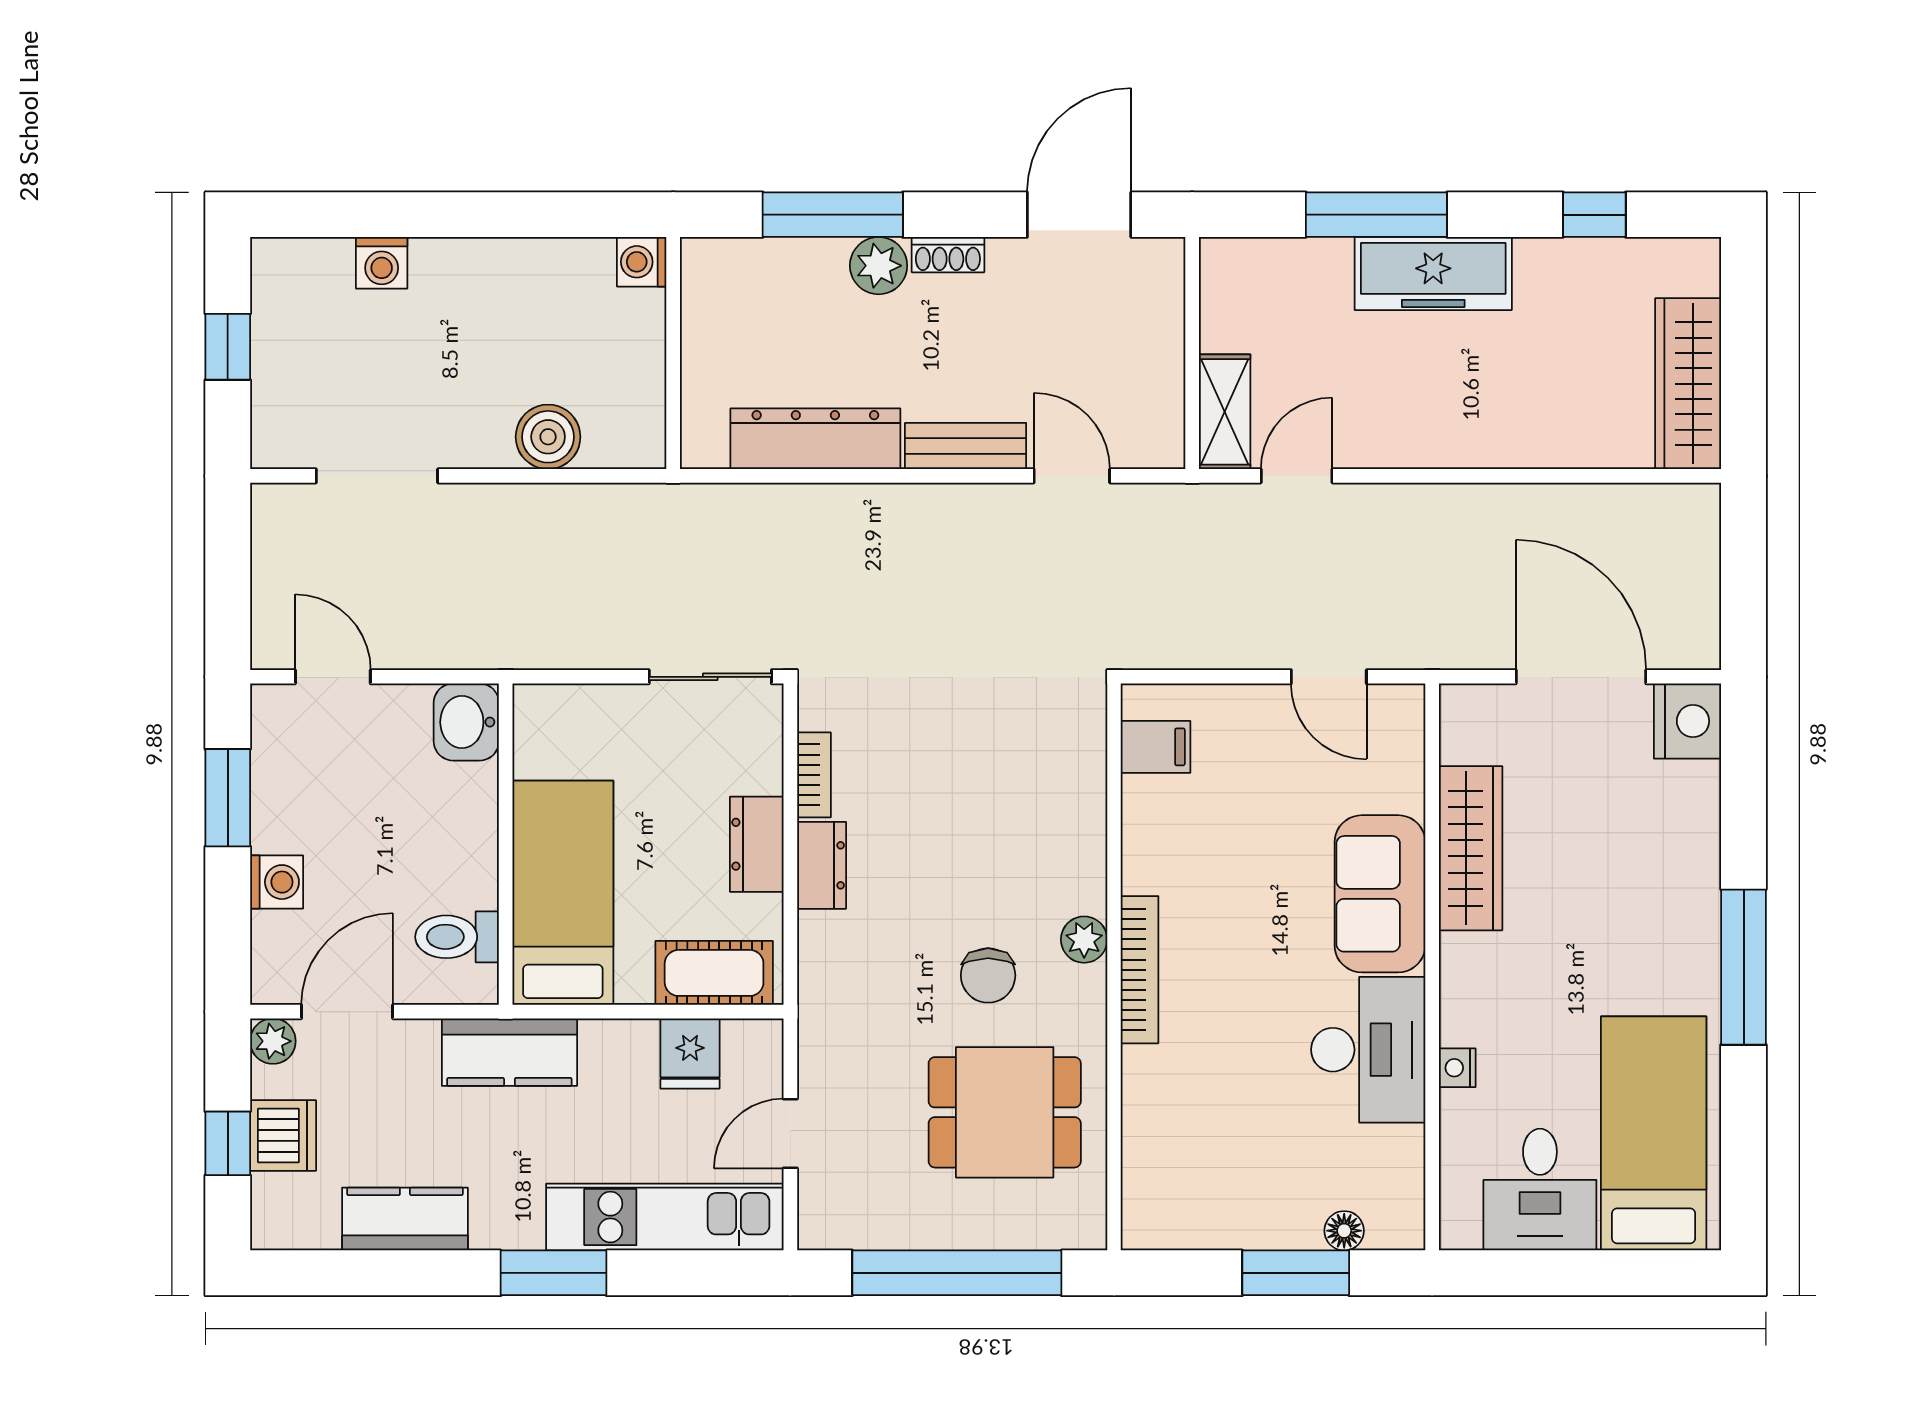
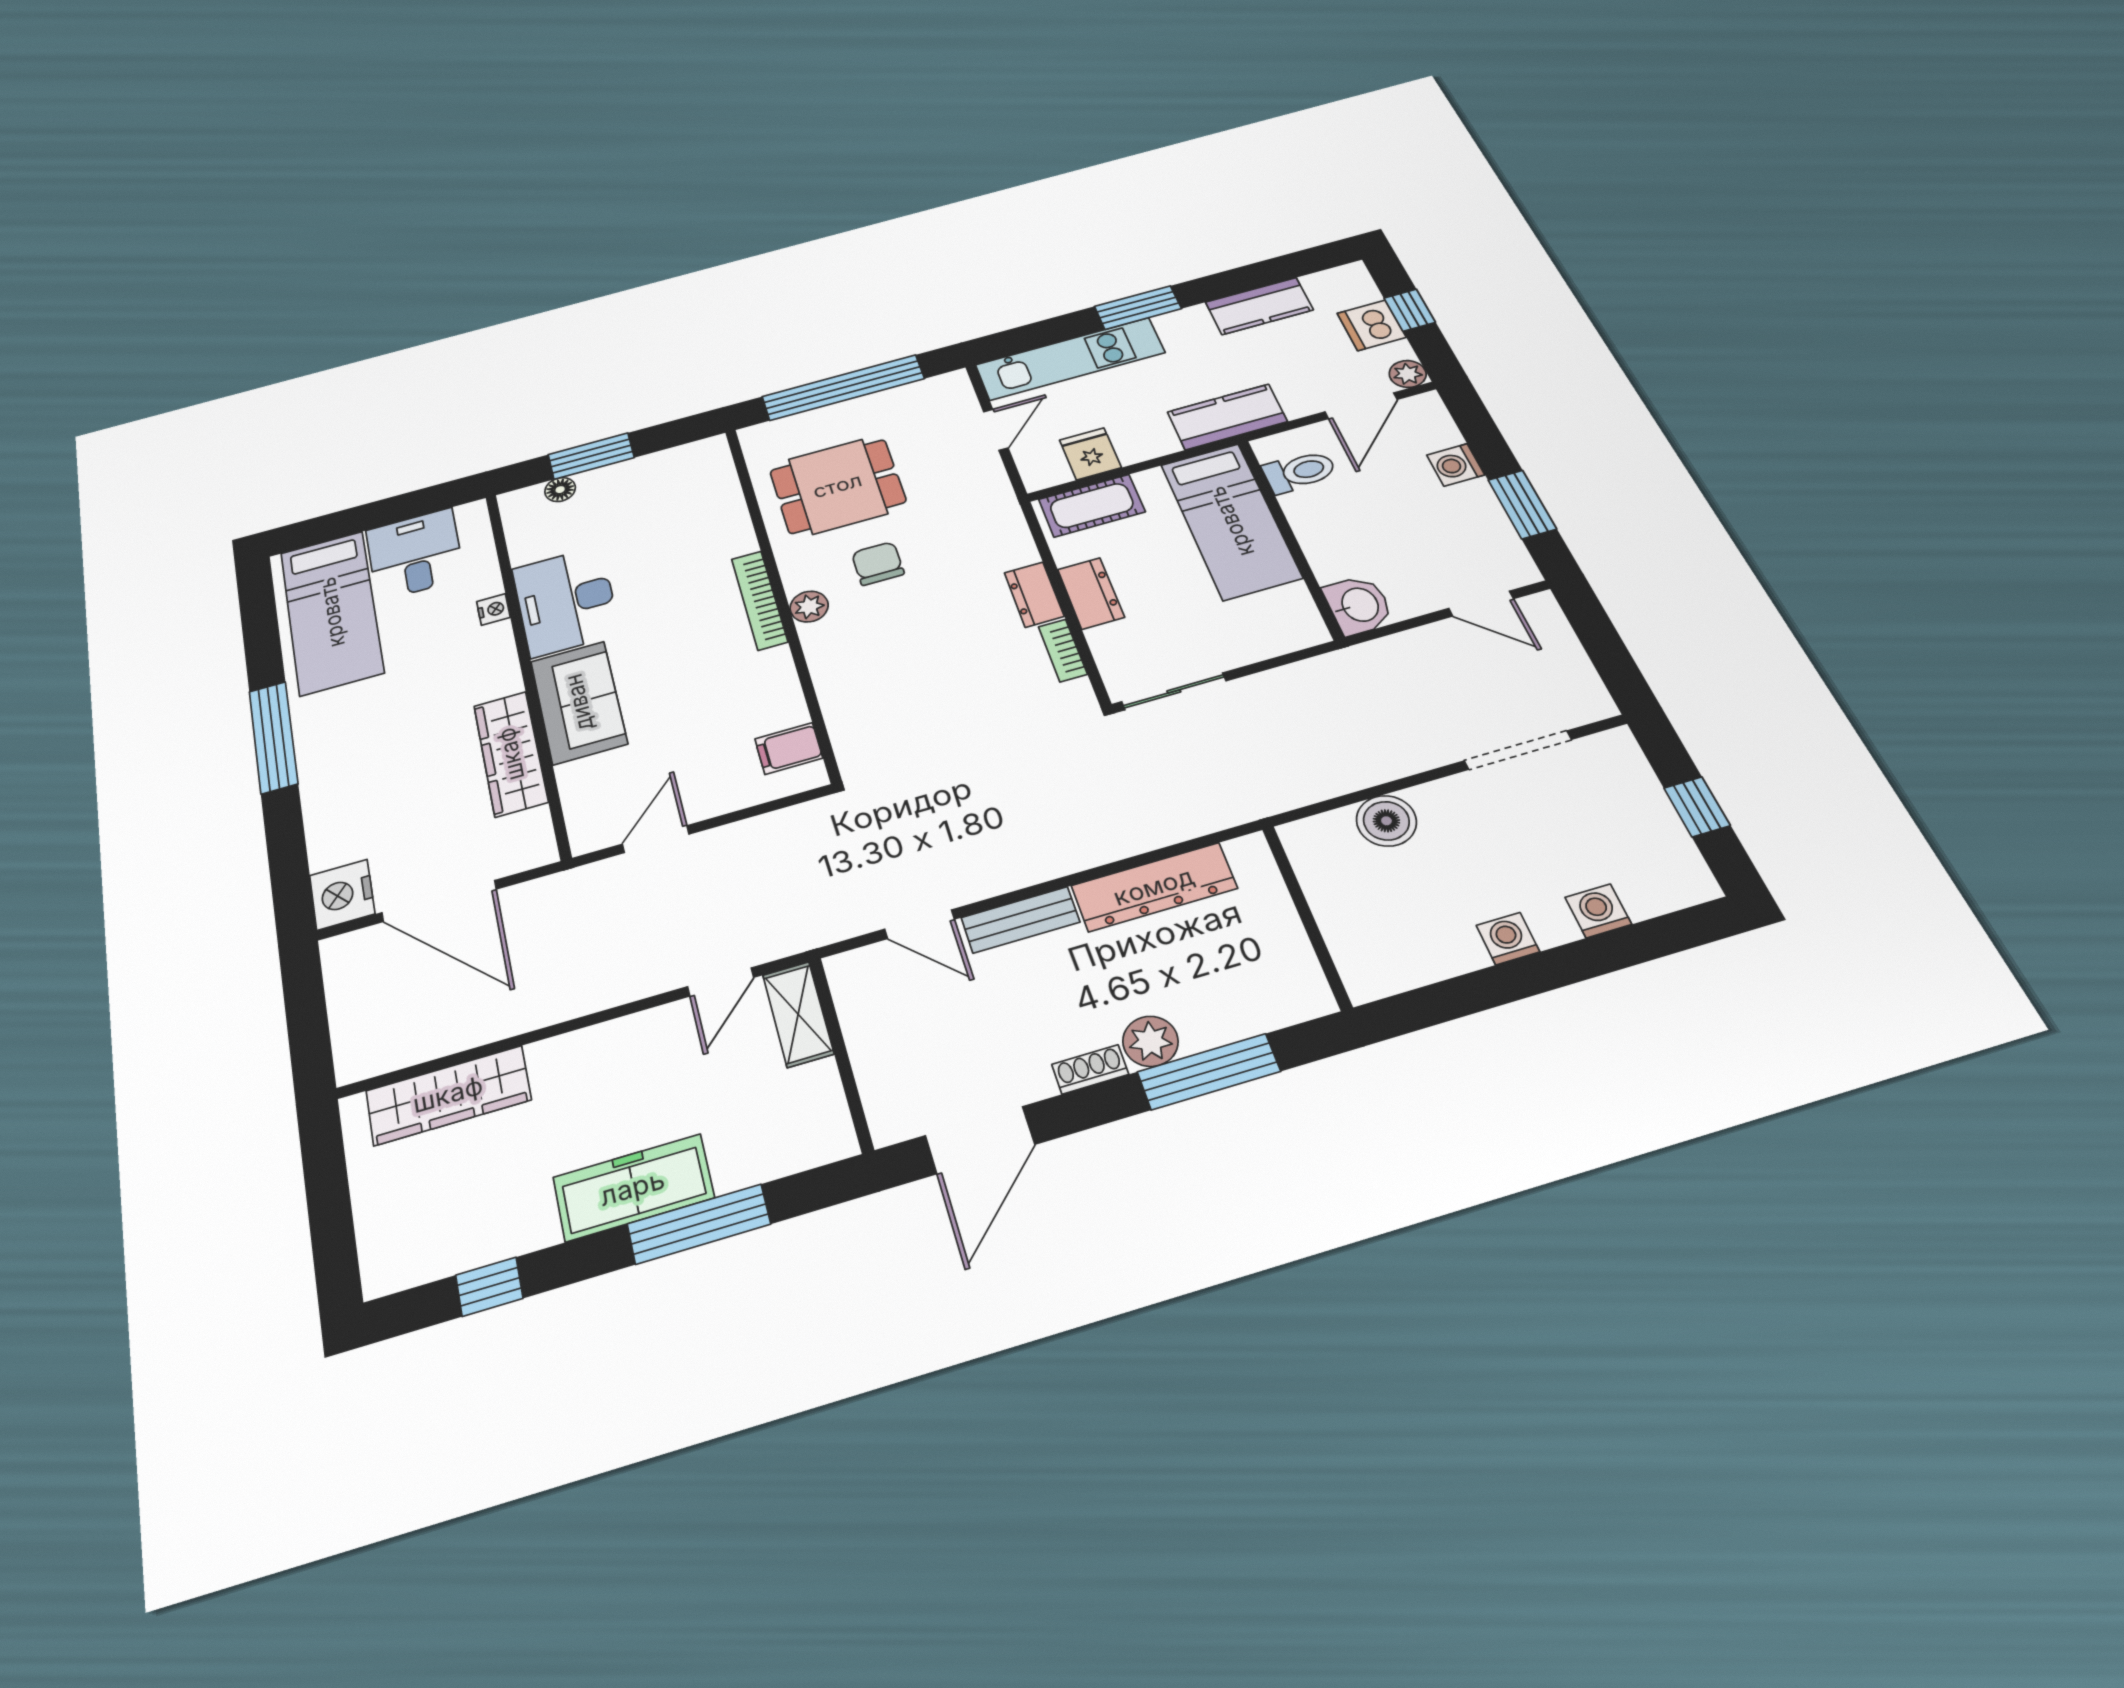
washing machine: (642, 262) -> (1508, 939), moved, turned -90
wardrobe: (1688, 384) -> (448, 1095), moved, turned 90
door: (1329, 677) -> (656, 839), hinge flipped

